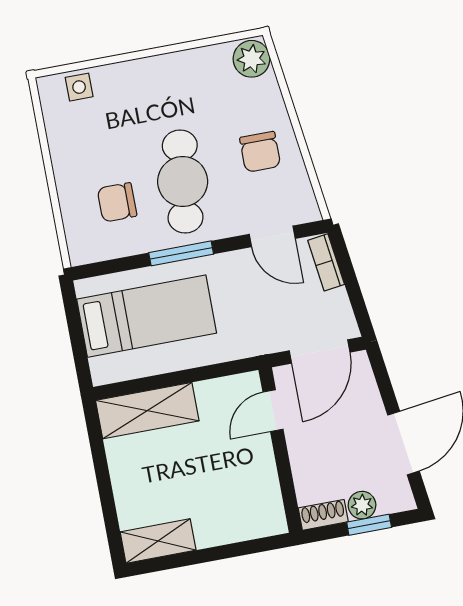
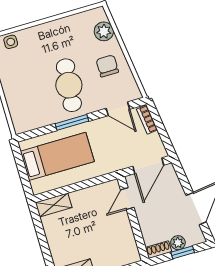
plant: (252, 59) -> (104, 31), moved
chair: (260, 152) -> (107, 66), turned 180
chair: (117, 202) -> (36, 99), removed
shelving: (147, 411) -> (54, 205), width x0.67, depth x0.75

